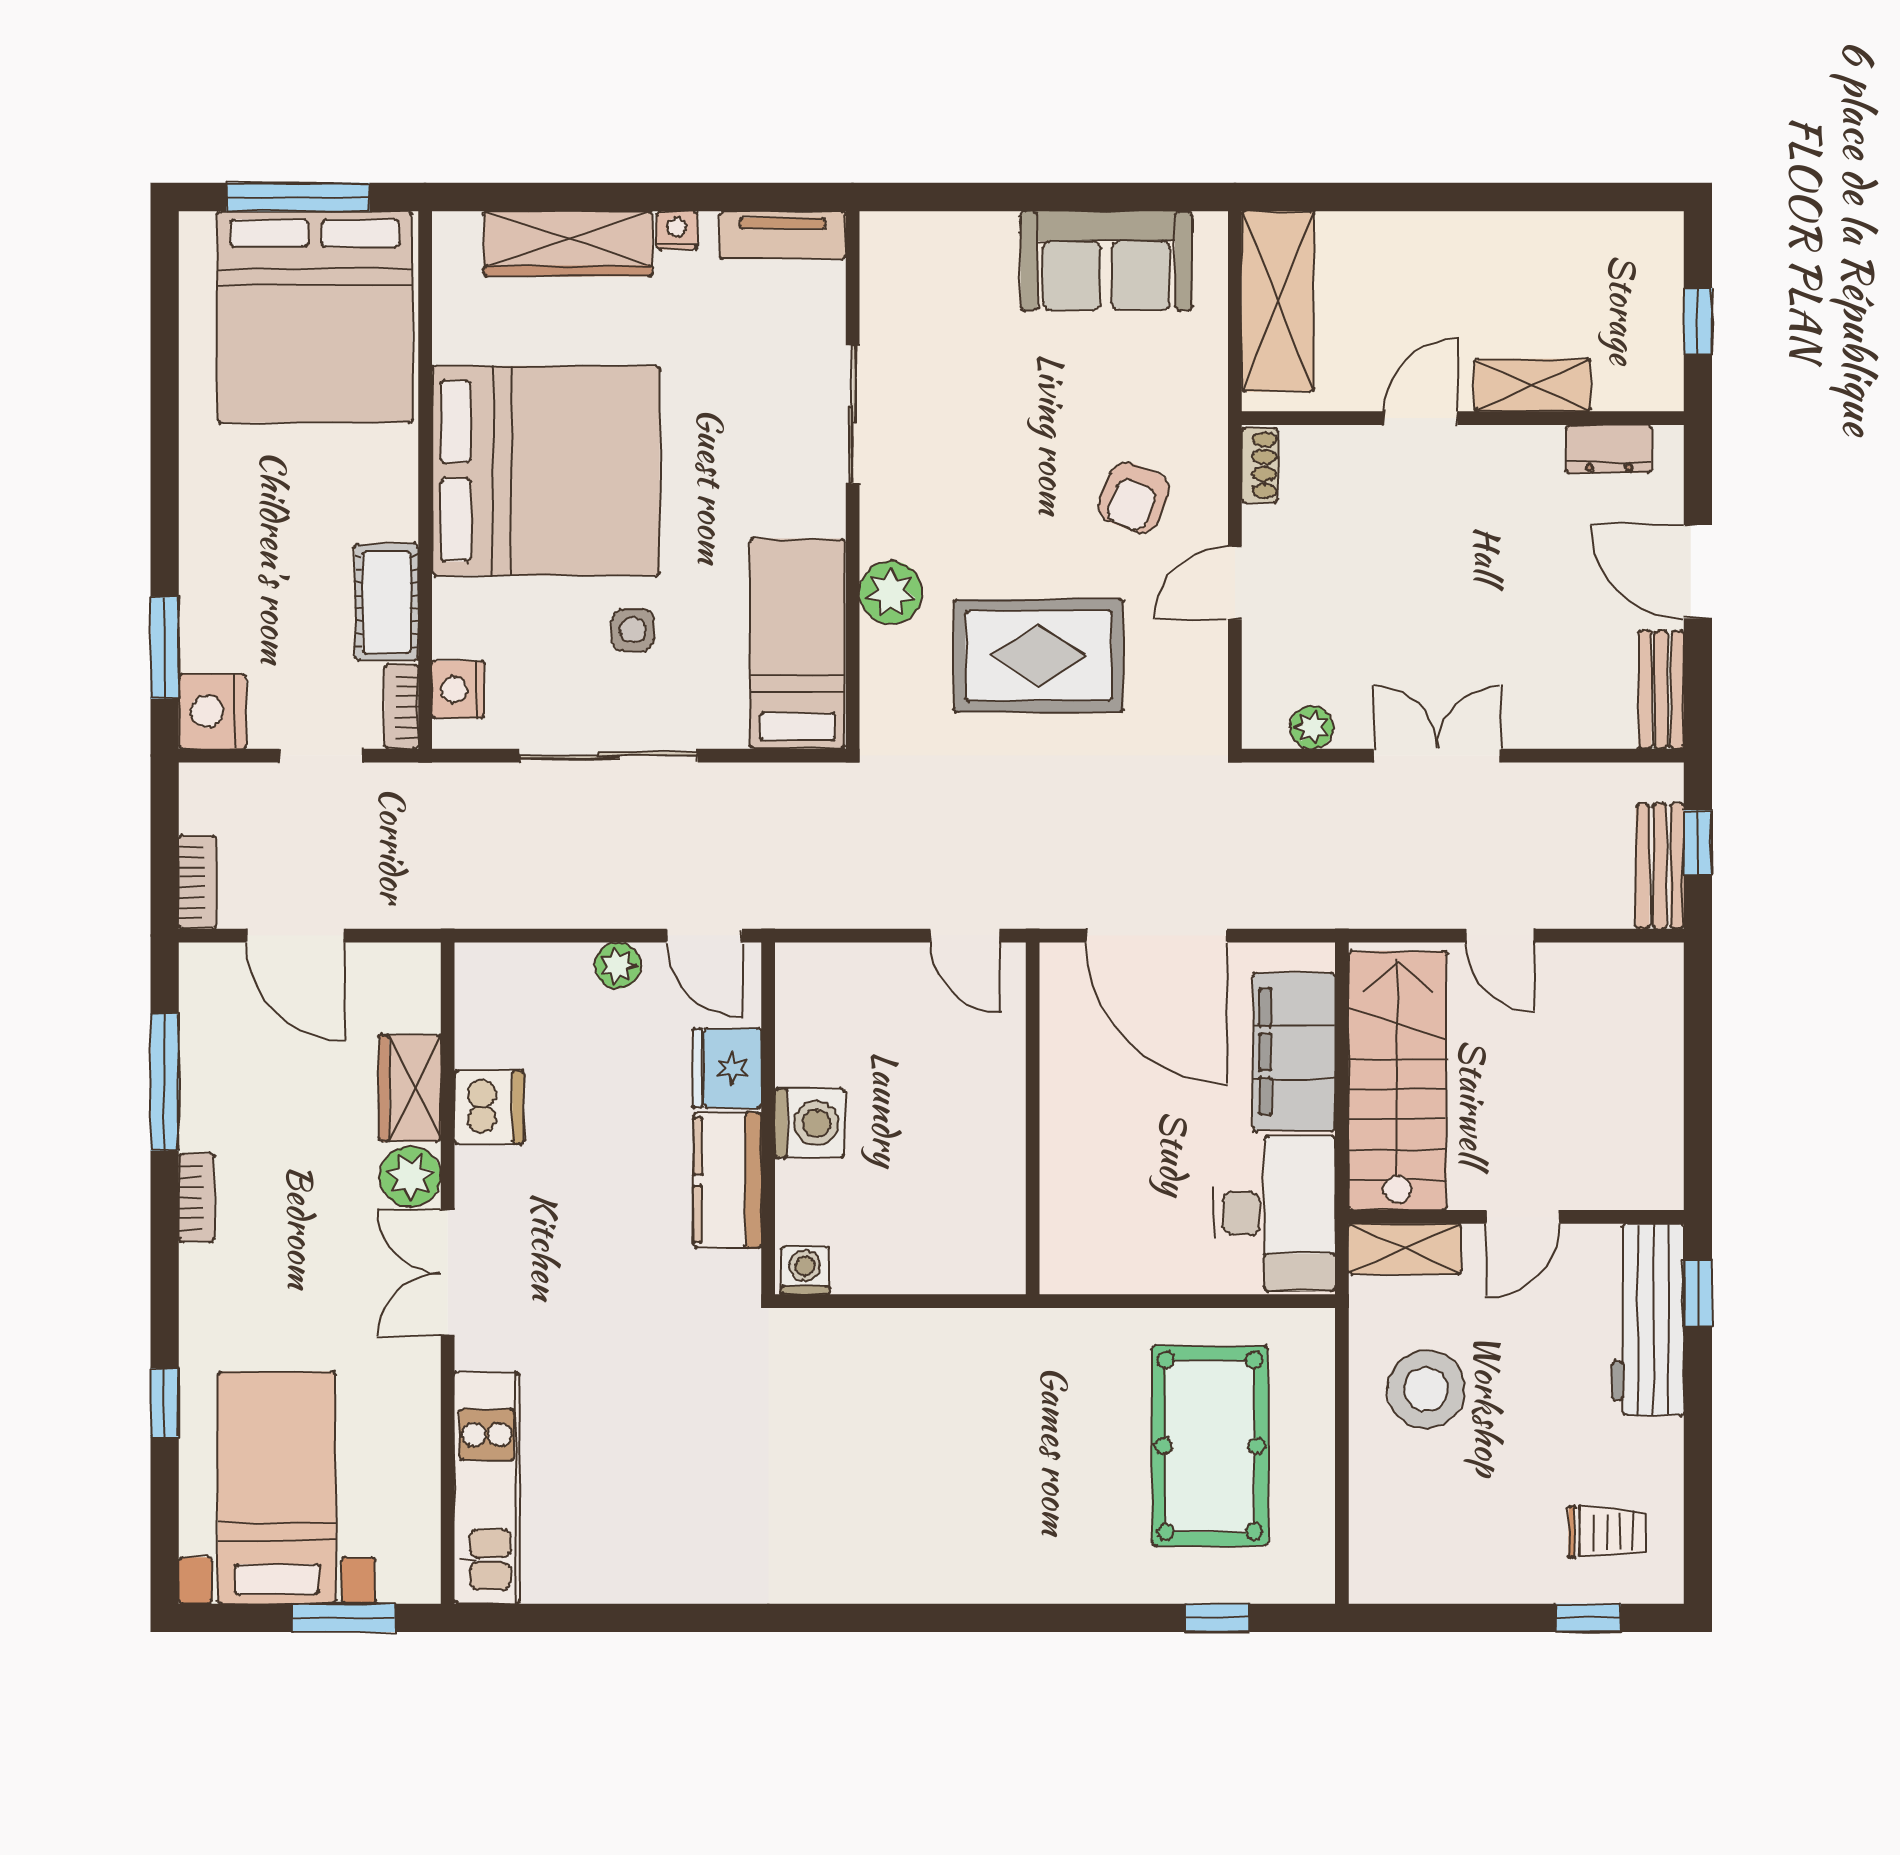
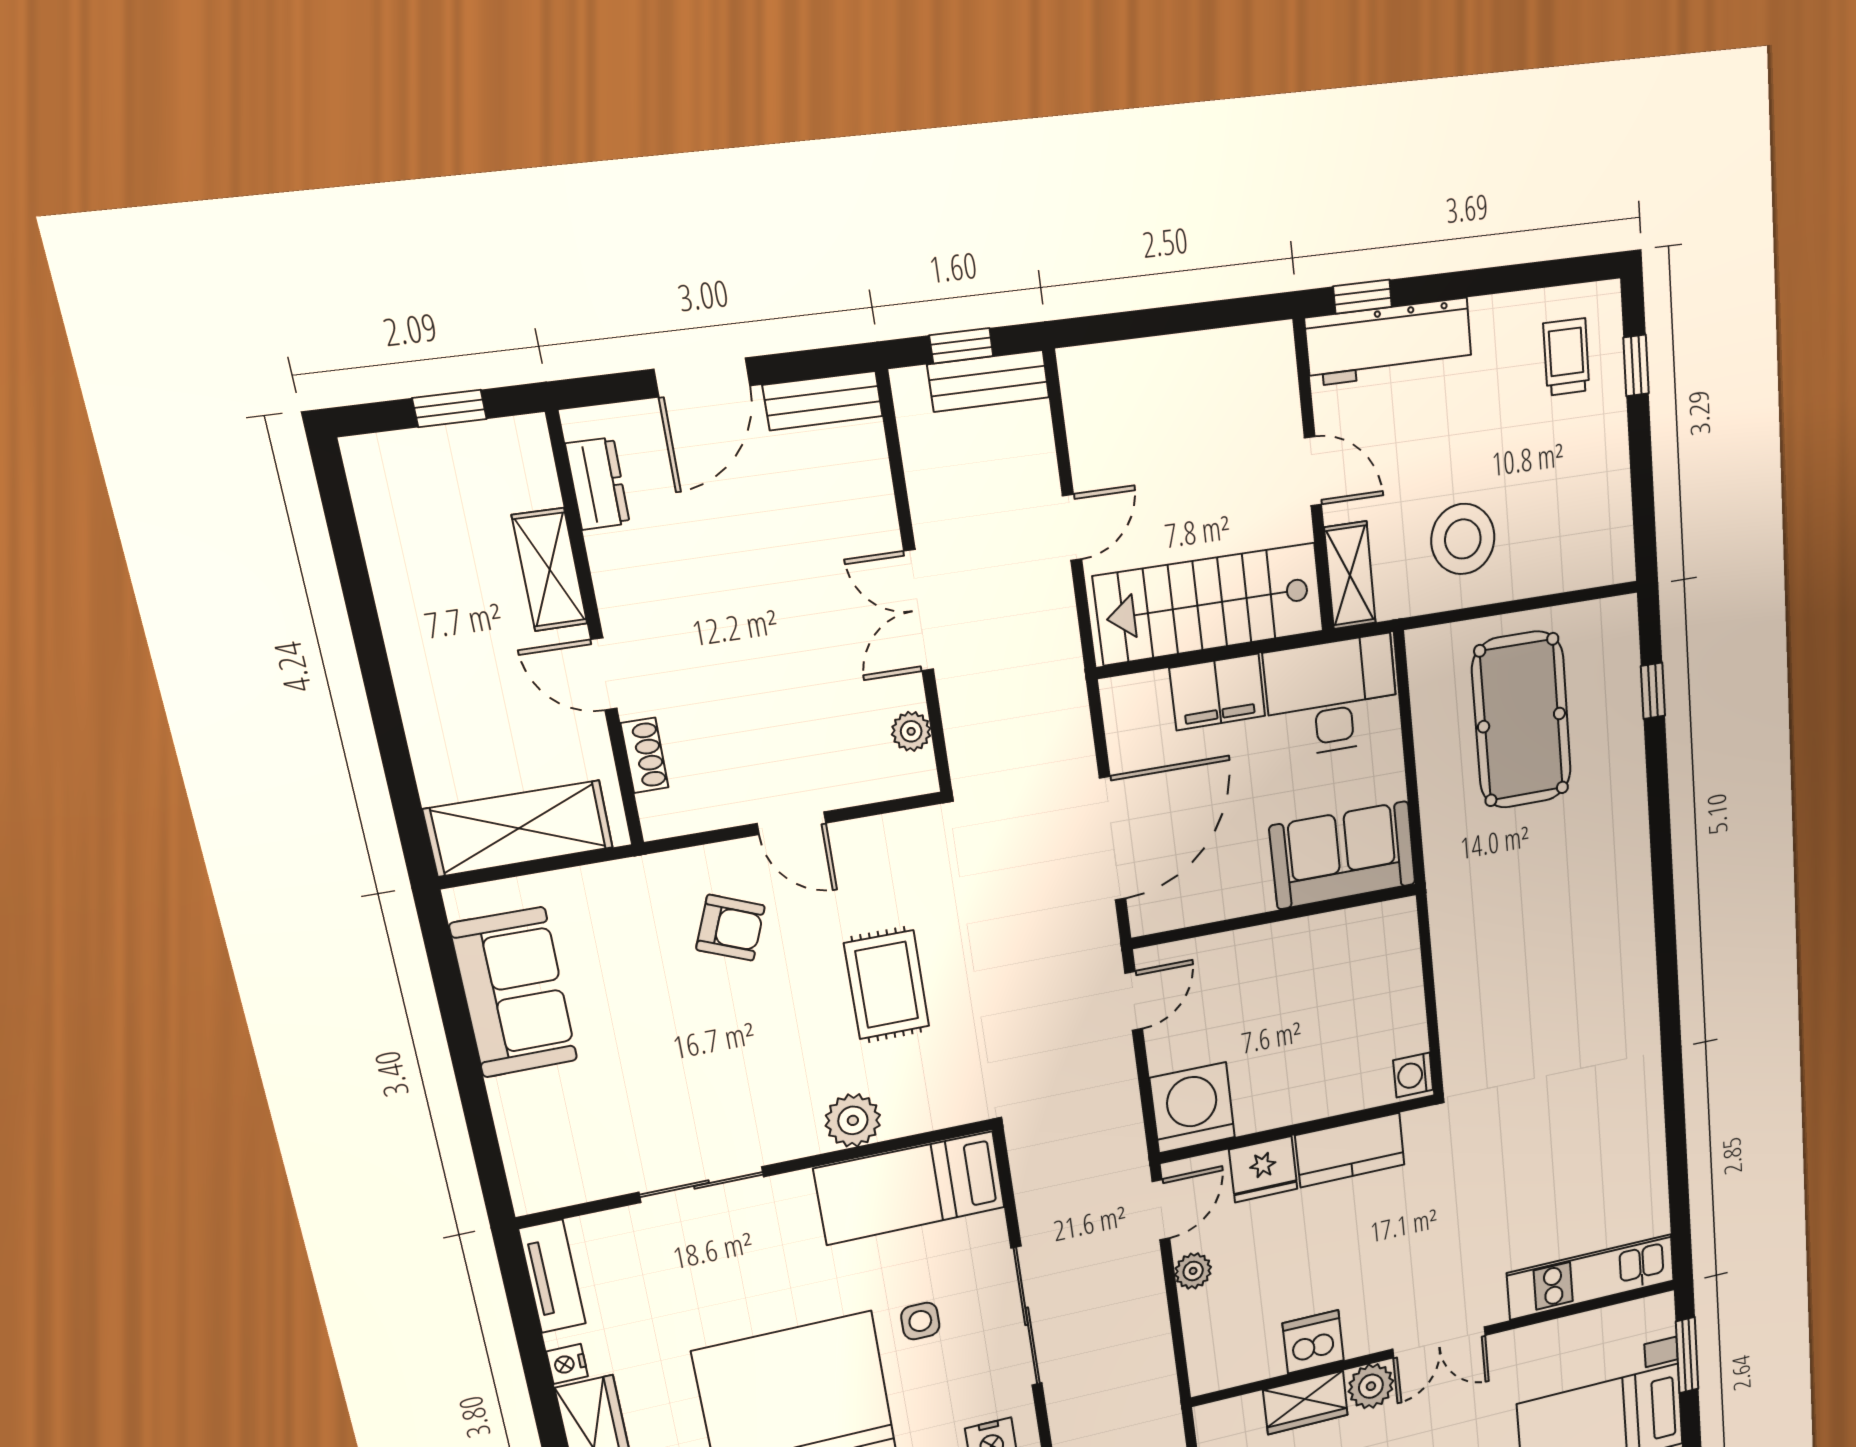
shoe rack: (1260, 465) -> (645, 755), moved, turned 90
rug: (1039, 656) -> (887, 985), width x0.73, depth x0.70
filing cabinet: (1294, 1052) -> (1218, 692), width x0.67, depth x0.86
washing machine: (809, 1123) -> (1192, 1108), moved, width x1.37, depth x1.37
sofa: (1089, 1208) -> (1343, 855), added
pool table: (1210, 1446) -> (1522, 720), turned 90

